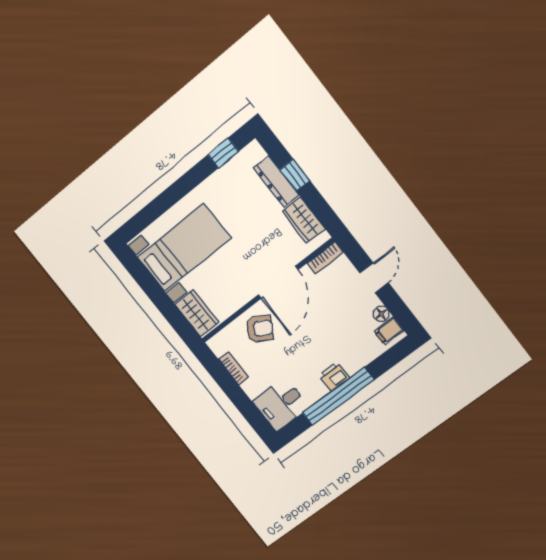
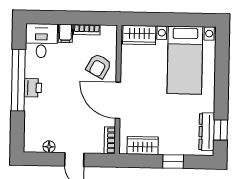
dresser: (276, 181) -> (207, 132), moved, turned -90
filing cabinet: (389, 331) -> (65, 33), moved, turned 180

